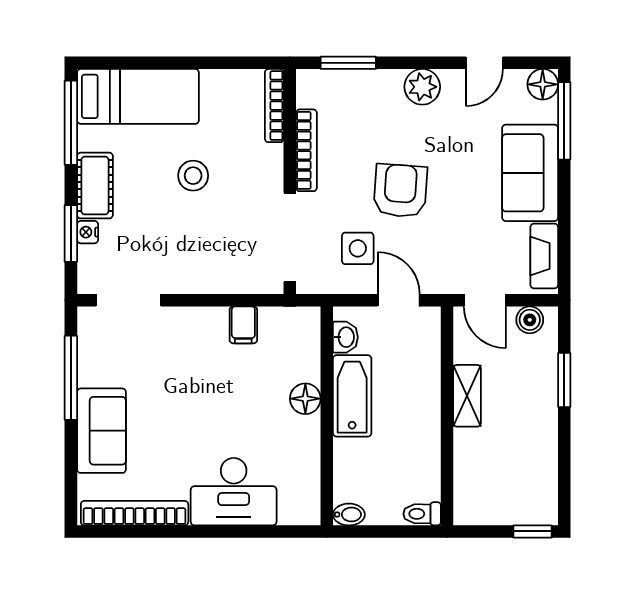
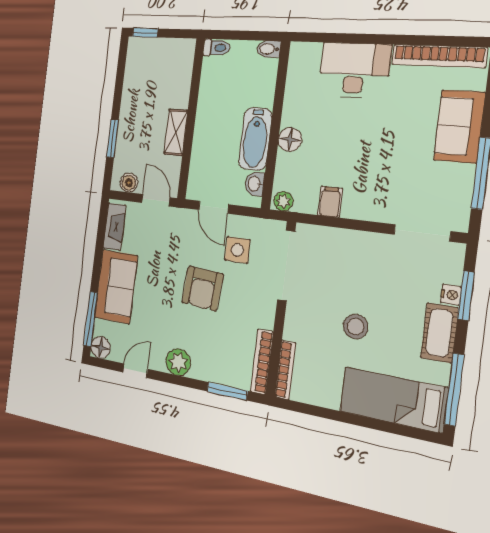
bookcase: (306, 150) -> (262, 362), moved
plant: (304, 319) -> (283, 201), added

